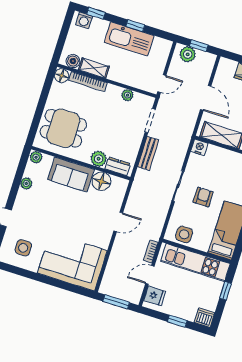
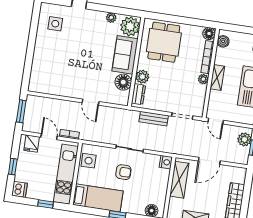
shelving: (94, 68) -> (217, 77), moved
plant: (128, 95) -> (203, 79), moved
plant: (36, 157) -> (130, 26), width x1.88, depth x1.88
corner sofa: (72, 262) -> (50, 68), removed

